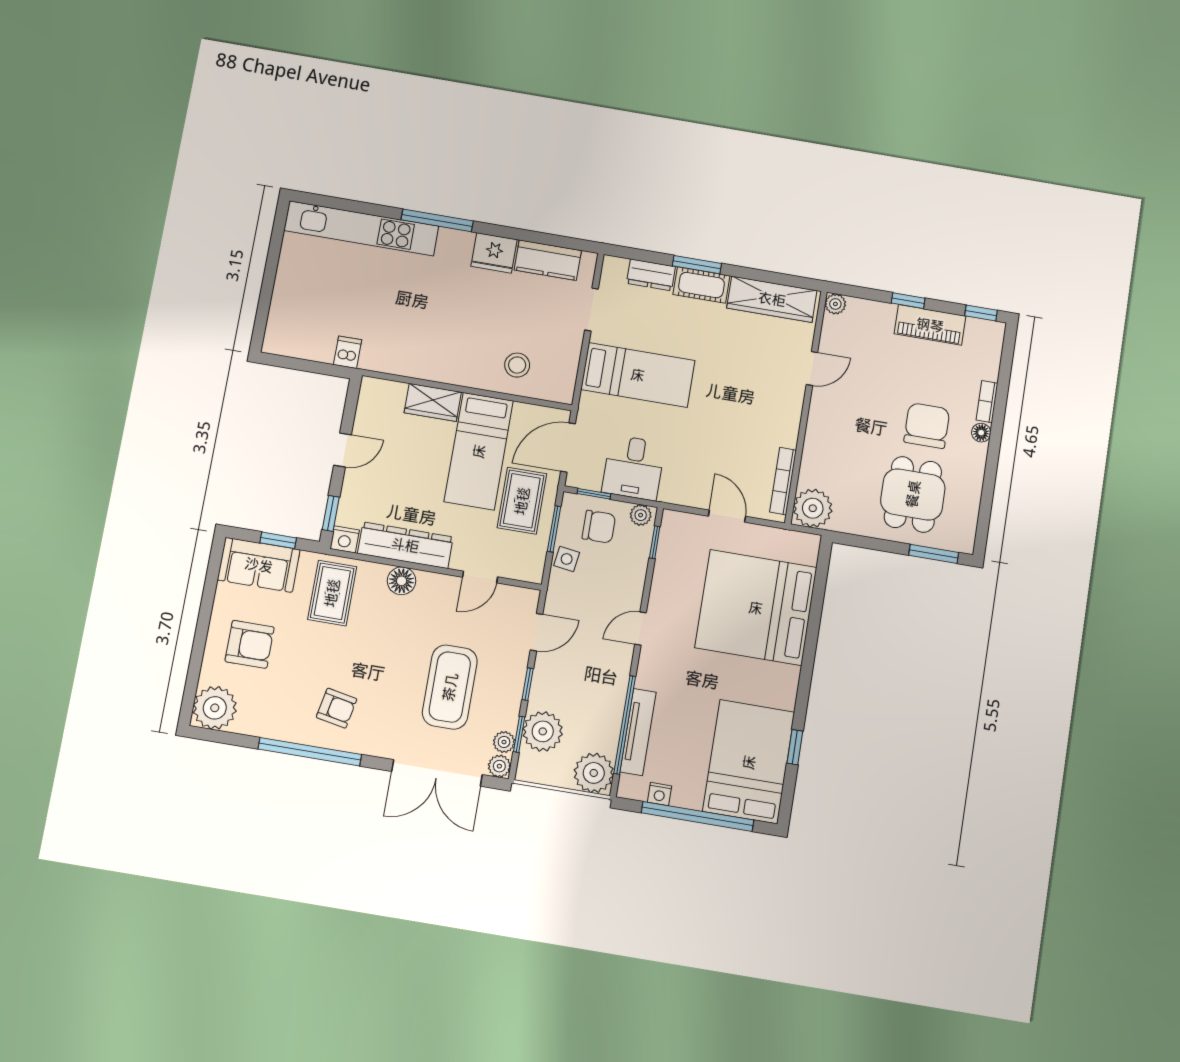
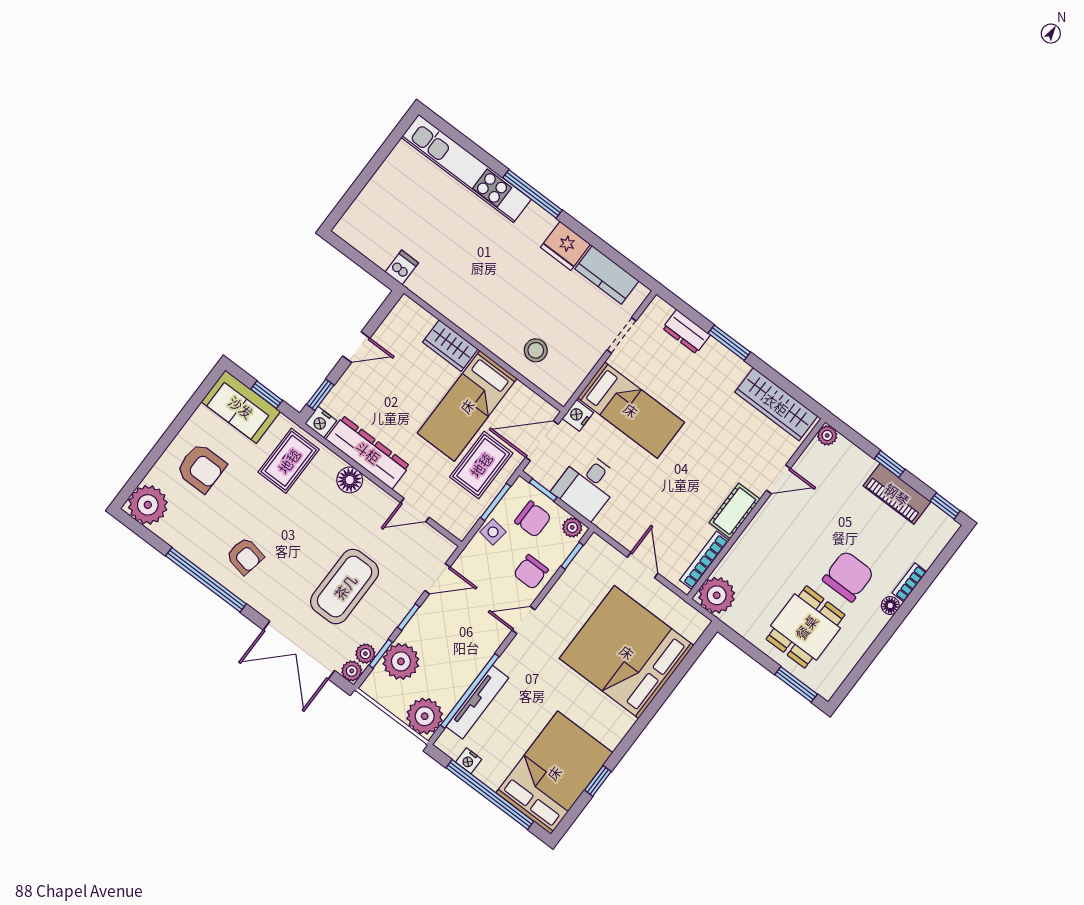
cot: (701, 285) -> (735, 511), moved, turned 90
nightstand: (590, 406) -> (578, 415), added
chair: (623, 578) -> (531, 572), added

